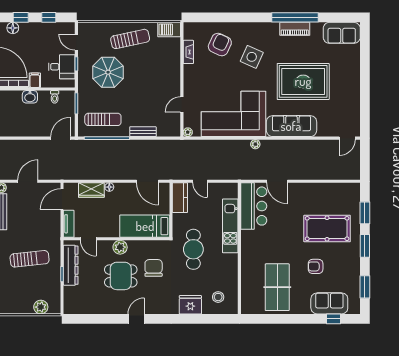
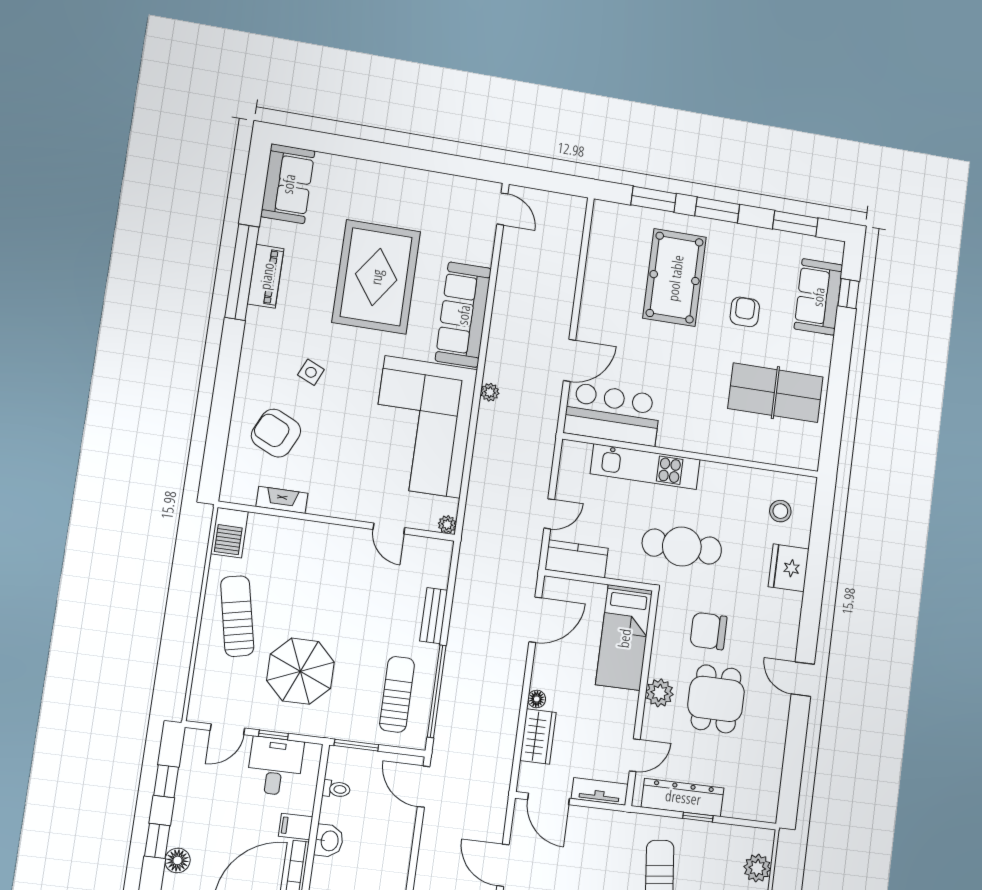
side table: (252, 57) -> (311, 372), width x0.54, depth x0.54
armchair: (316, 266) -> (745, 312), turned 180

